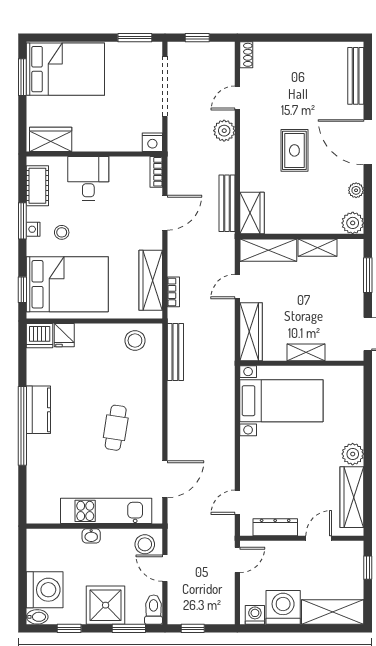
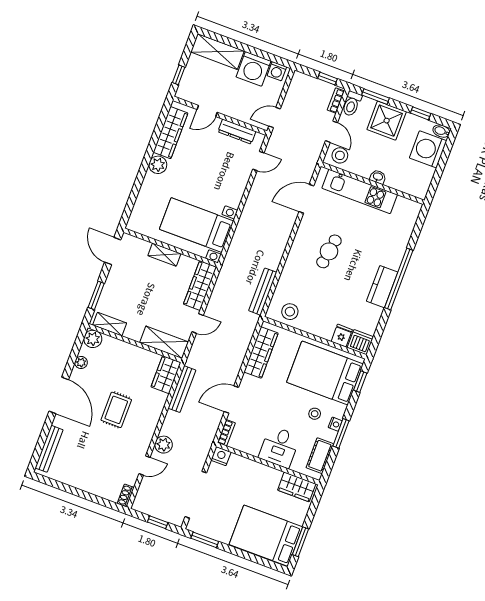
shelving: (318, 248) -> (110, 324), moved
bookcase: (173, 292) -> (336, 101), moved

